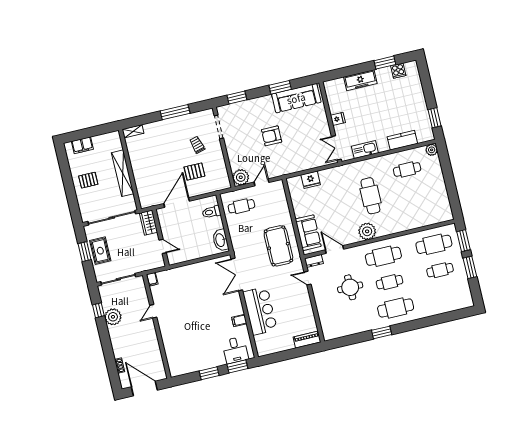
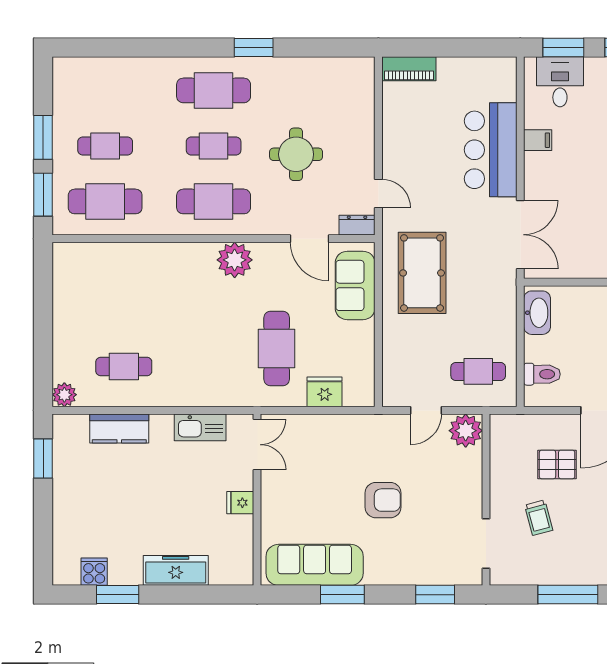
cafe table: (370, 196) -> (277, 348), moved

